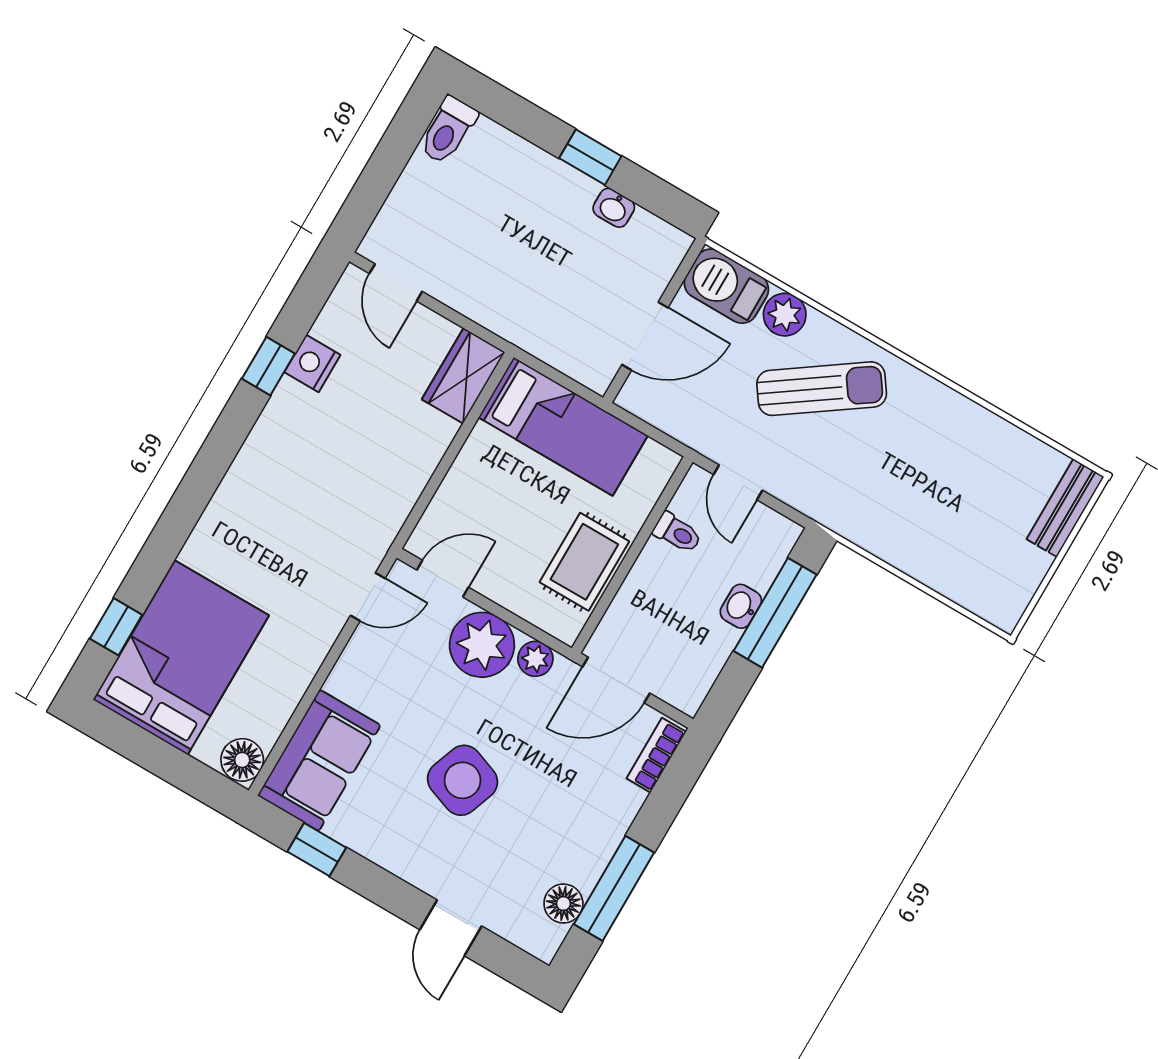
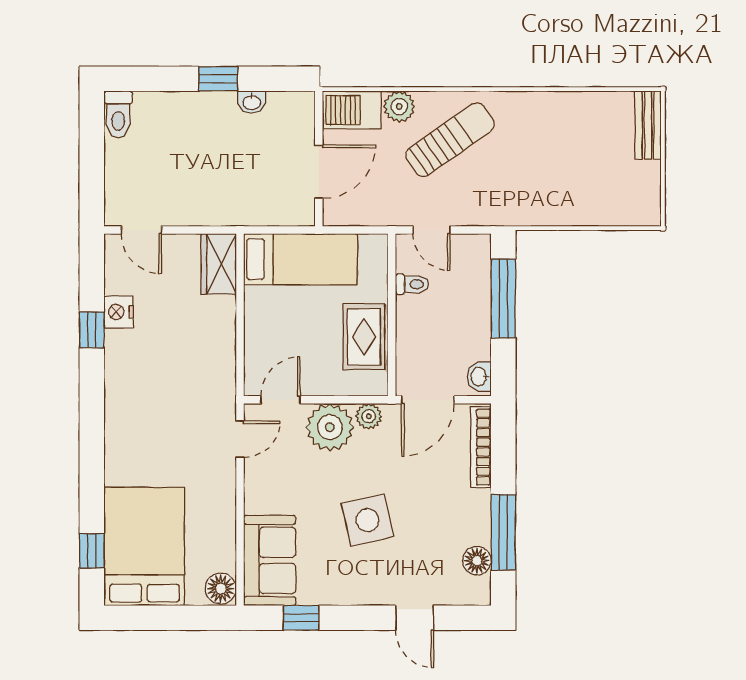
washbasin: (741, 606) -> (479, 377), moved
bookcase: (656, 755) -> (481, 447), width x1.56
side table: (462, 780) -> (368, 520), turned -33

